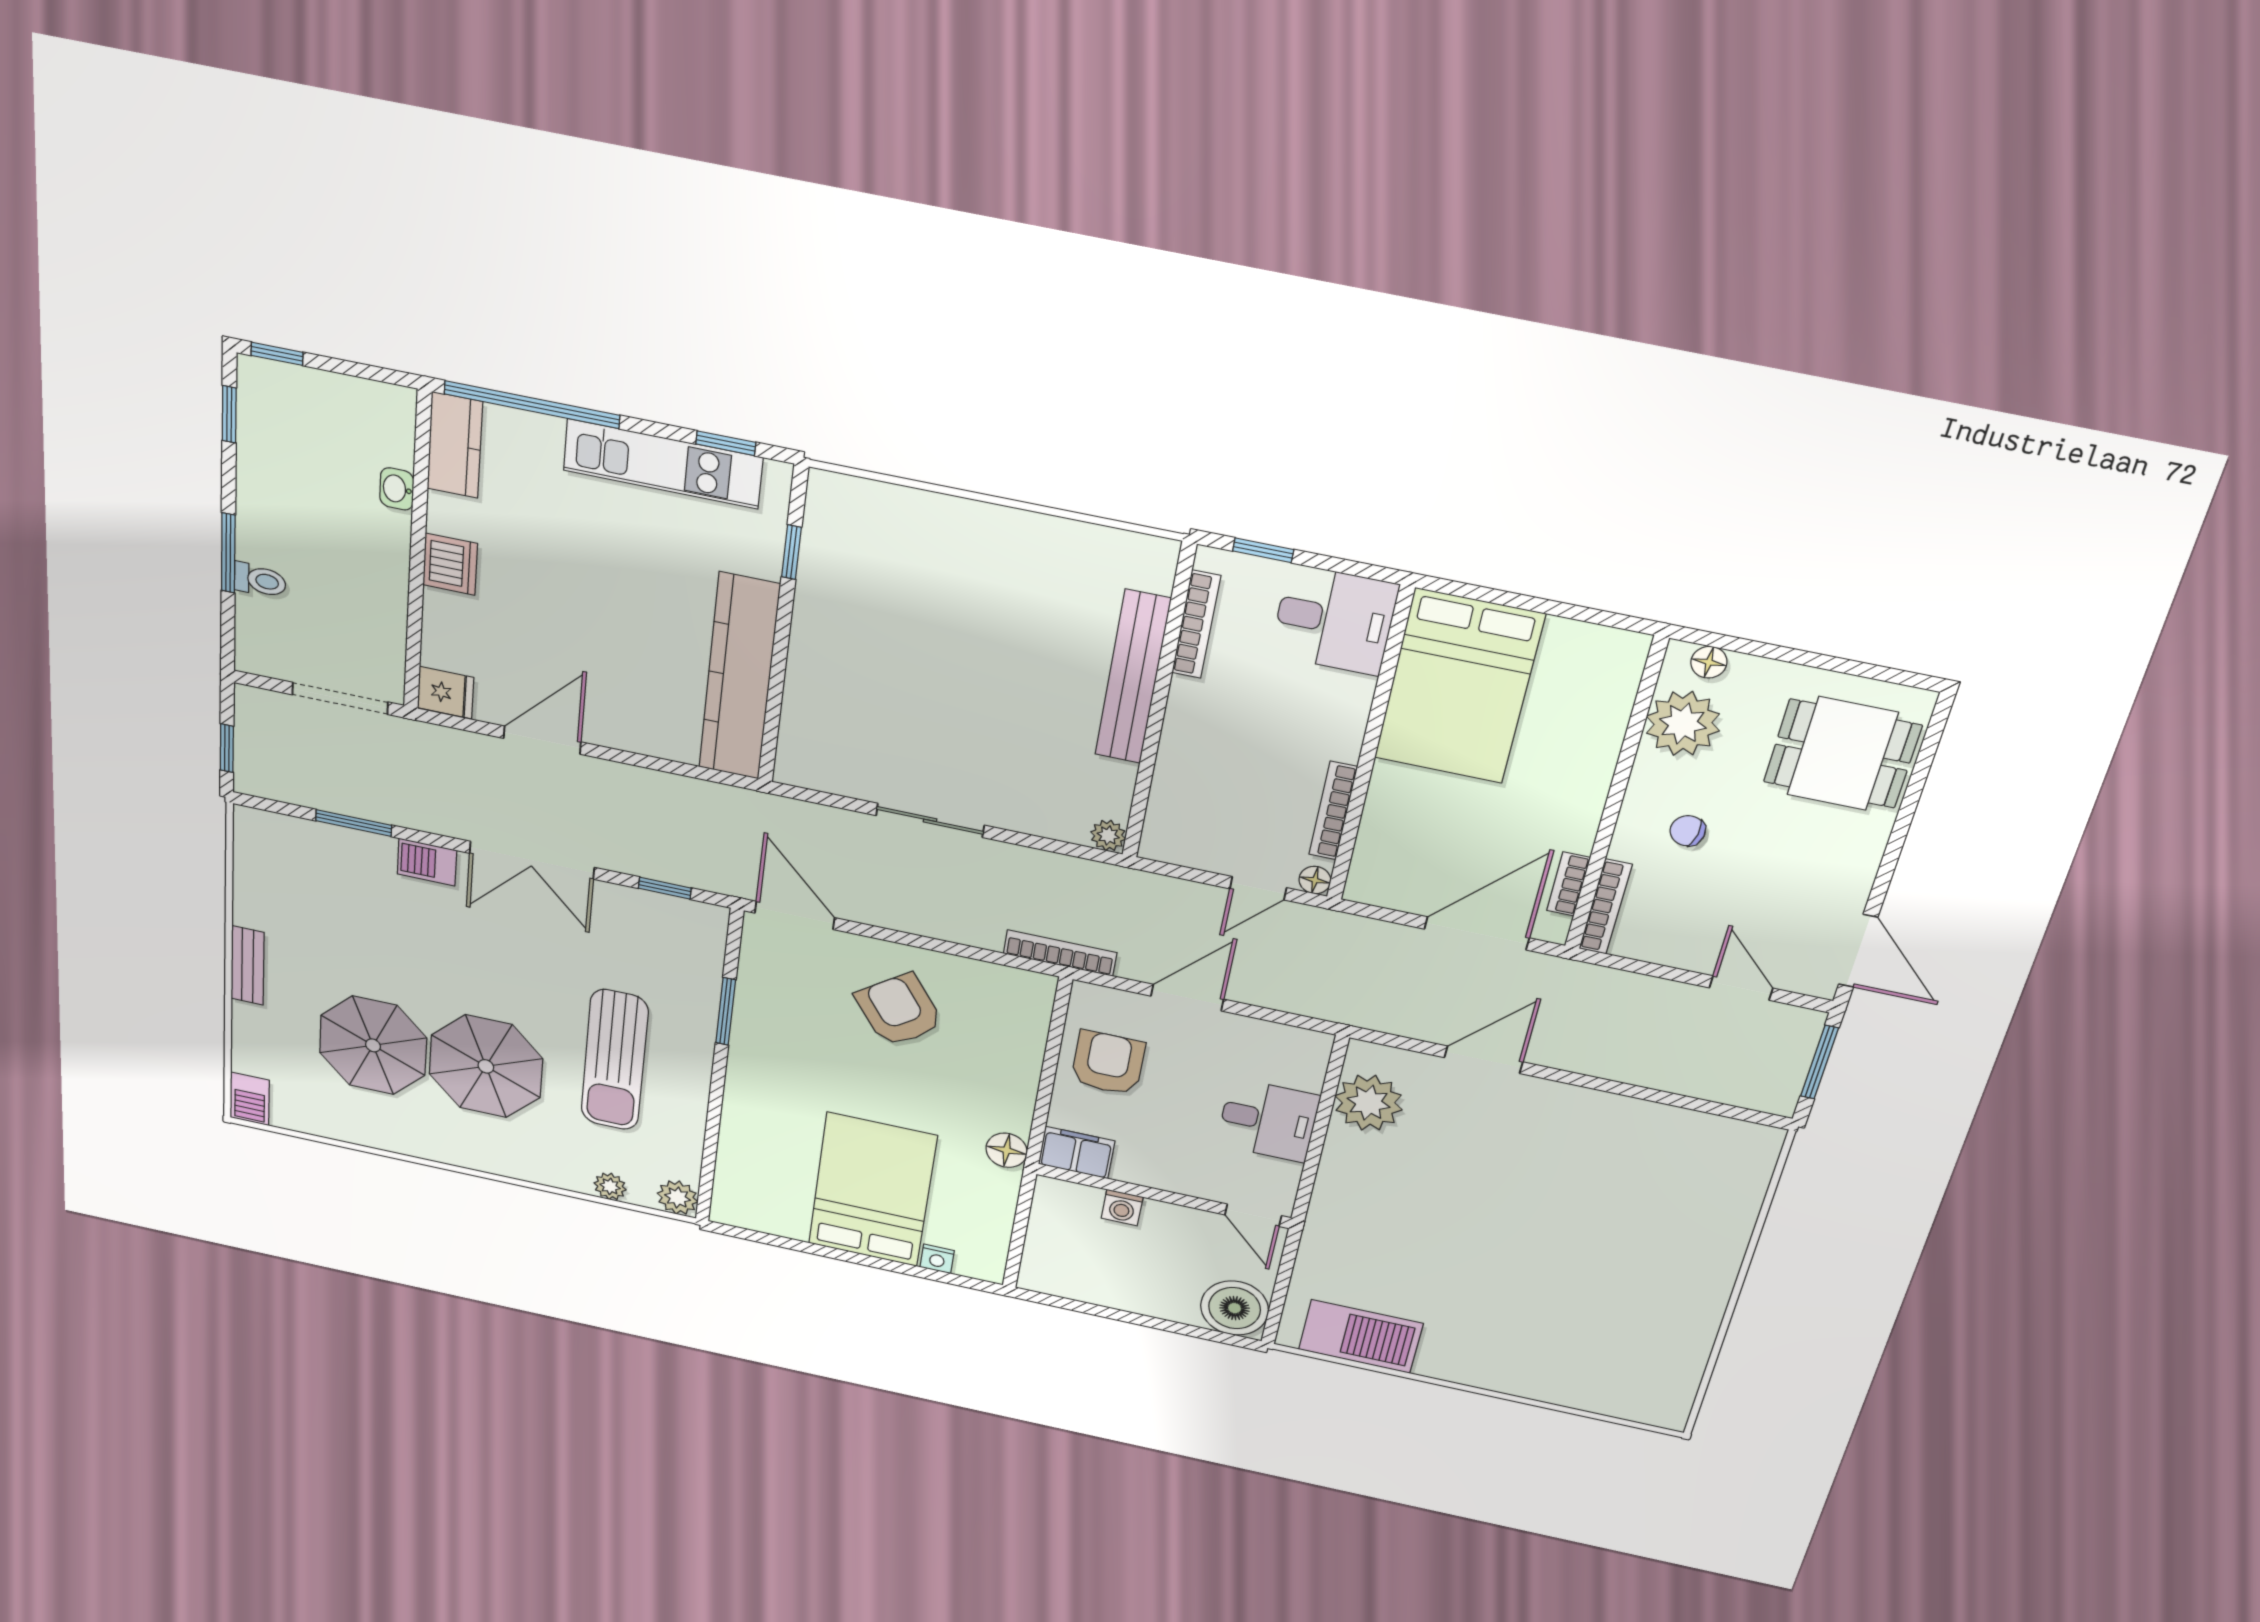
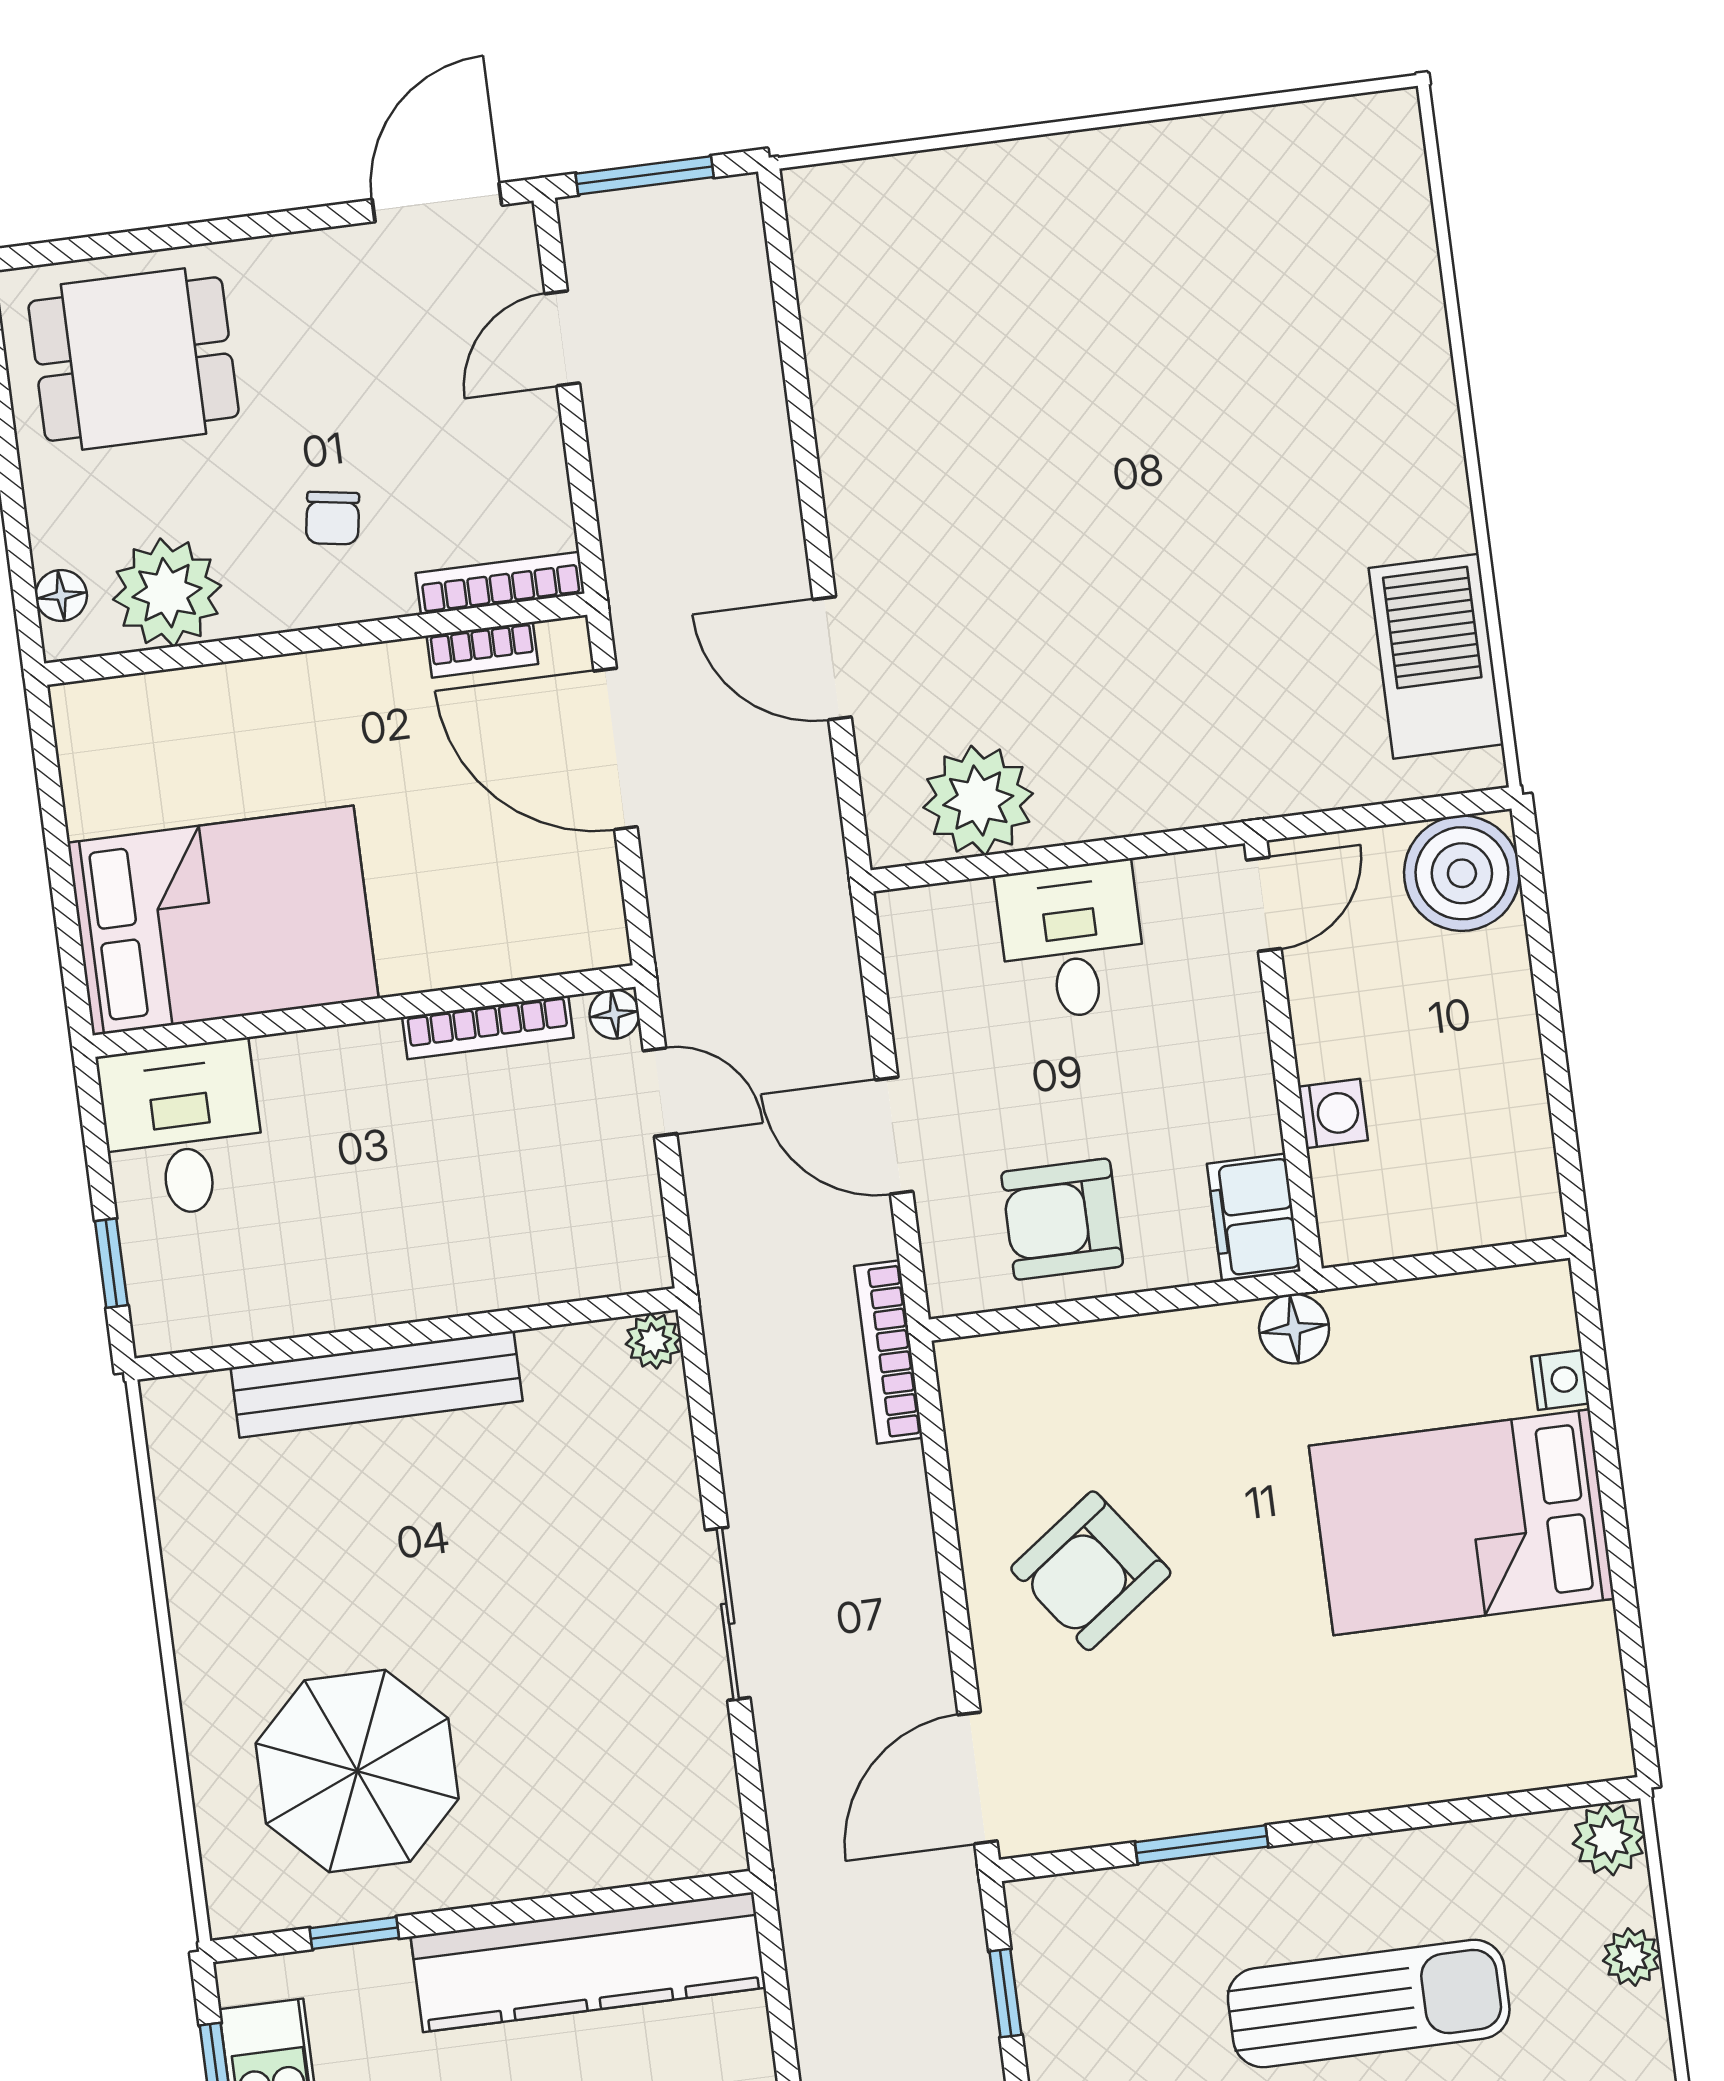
parasol: (893, 587) -> (357, 1771), added
bookcase: (1196, 624) -> (260, 1320), removed
dining table: (1842, 754) -> (134, 359), turned 90

